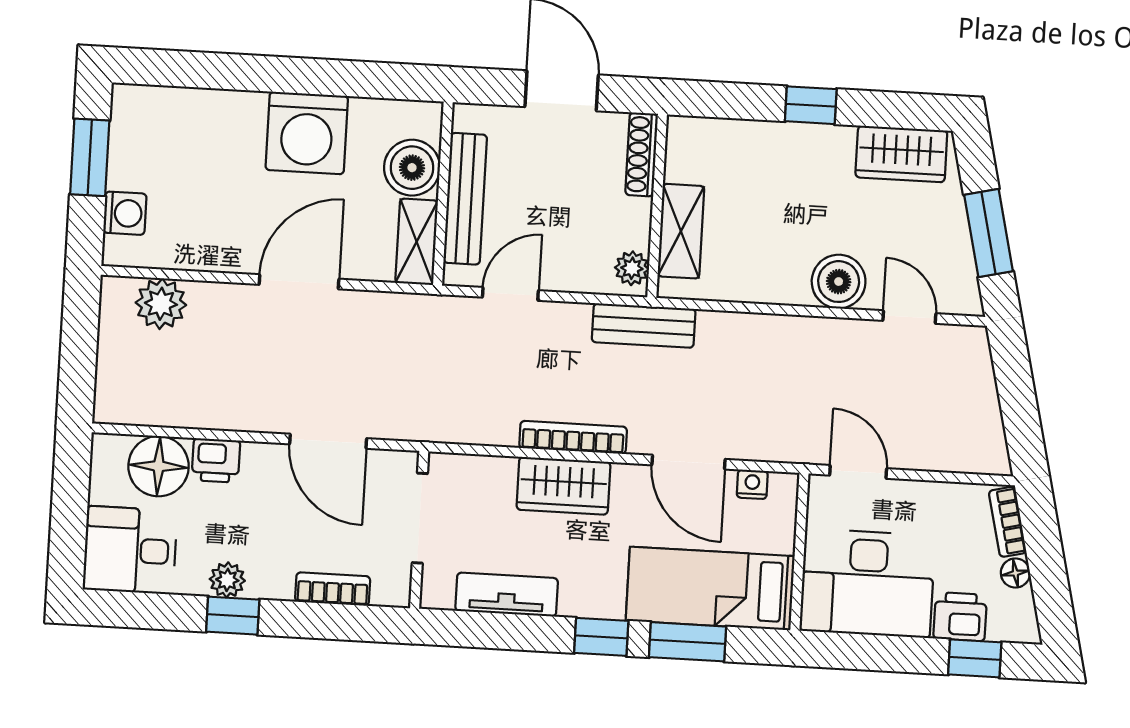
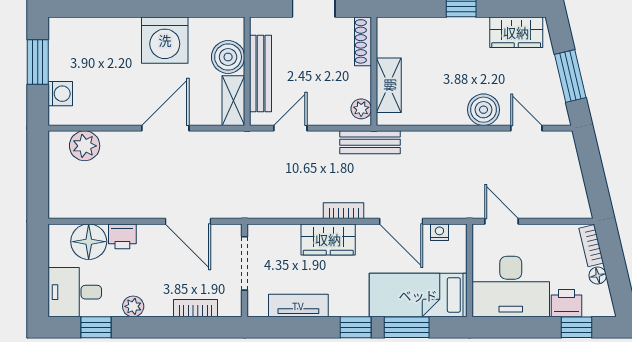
bookcase: (573, 437) -> (344, 211), width x0.64
window: (233, 616) -> (96, 327), moved

